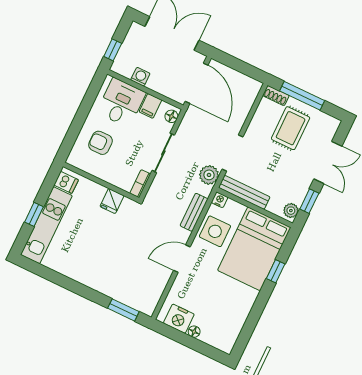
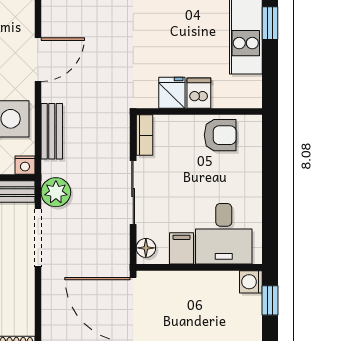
washing machine: (140, 77) -> (251, 282), moved, turned 90
armchair: (101, 143) -> (220, 135), moved
dishwasher: (66, 182) -> (199, 93), moved, turned 90

